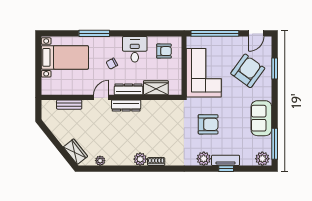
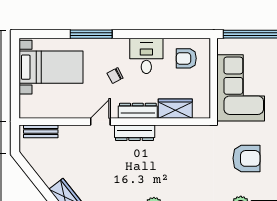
armchair: (164, 51) -> (186, 58), turned 180
bench: (69, 105) -> (41, 131), moved

